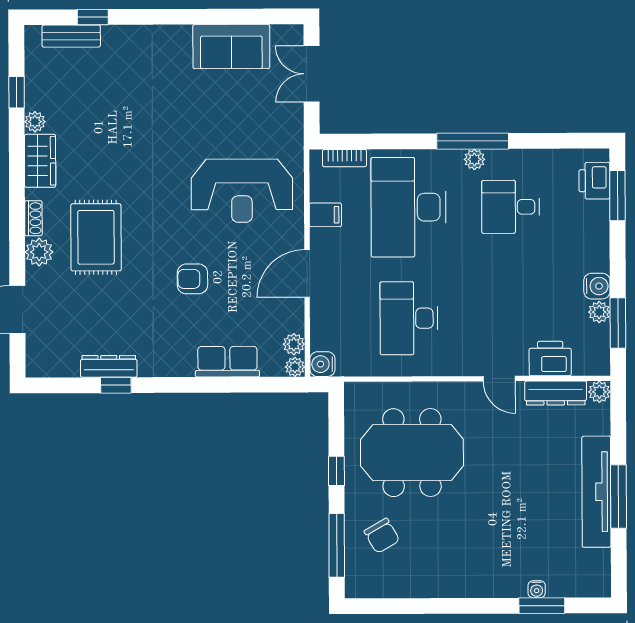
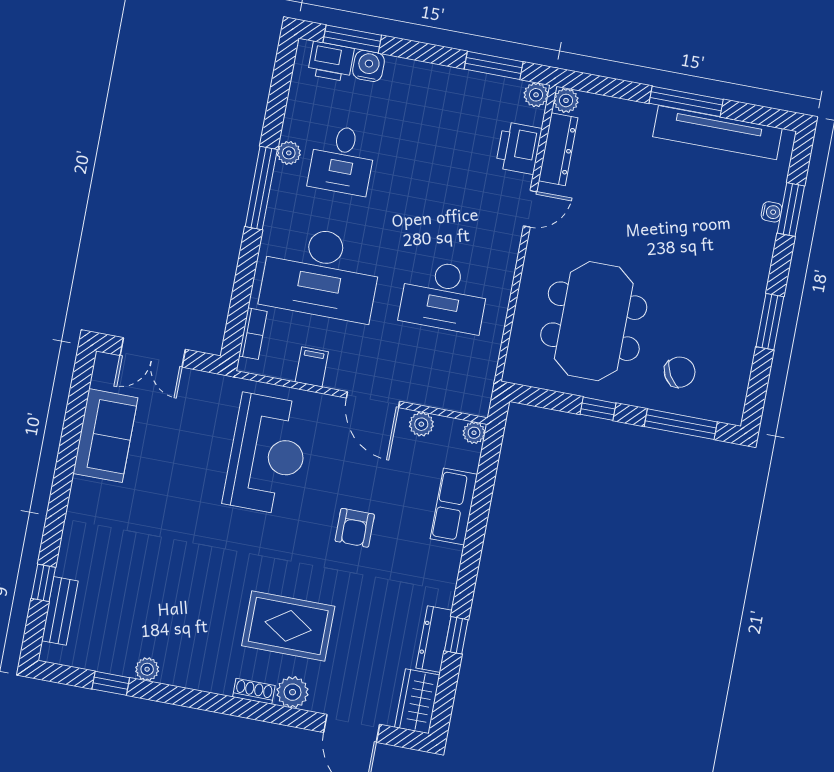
plant: (474, 159) -> (289, 153), moved
wardrobe: (40, 161) -> (417, 701), moved, turned -90
water cooler: (597, 286) -> (369, 66), moved
plant: (599, 312) -> (536, 95), moved
plant: (294, 344) -> (421, 424), moved
water cooler: (322, 364) -> (477, 402), removed
tv unit: (596, 492) -> (717, 133), moved
window: (441, 606) -> (770, 322), added

